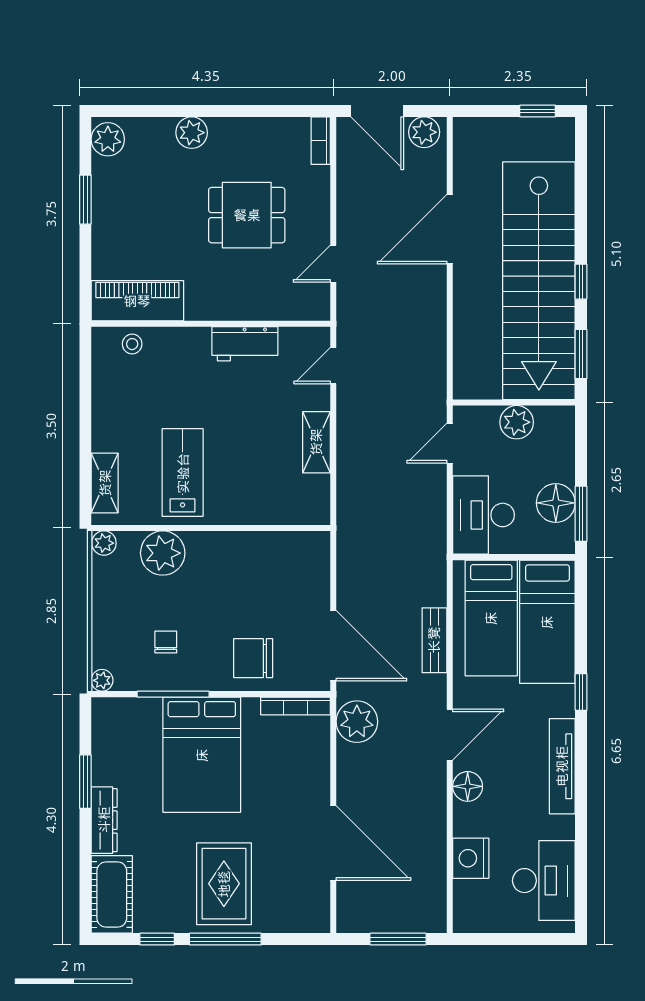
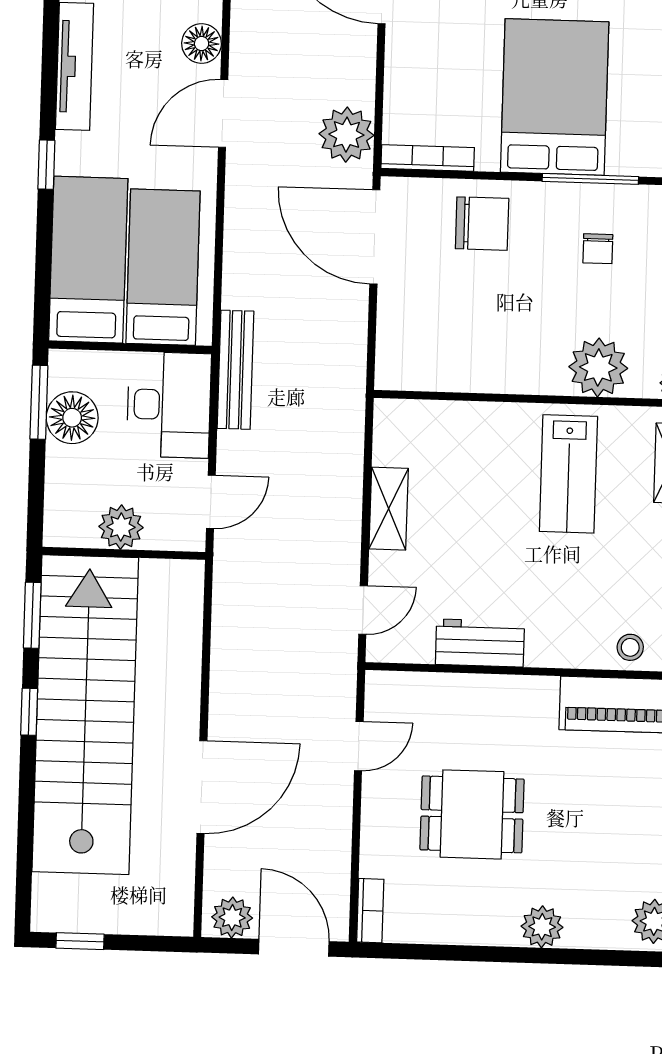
bench: (434, 640) -> (235, 370), moved, width x1.36

